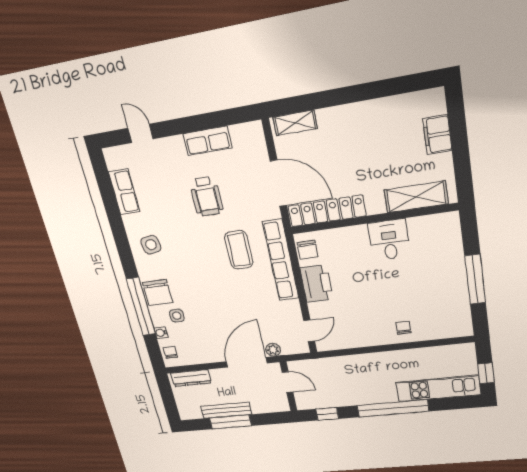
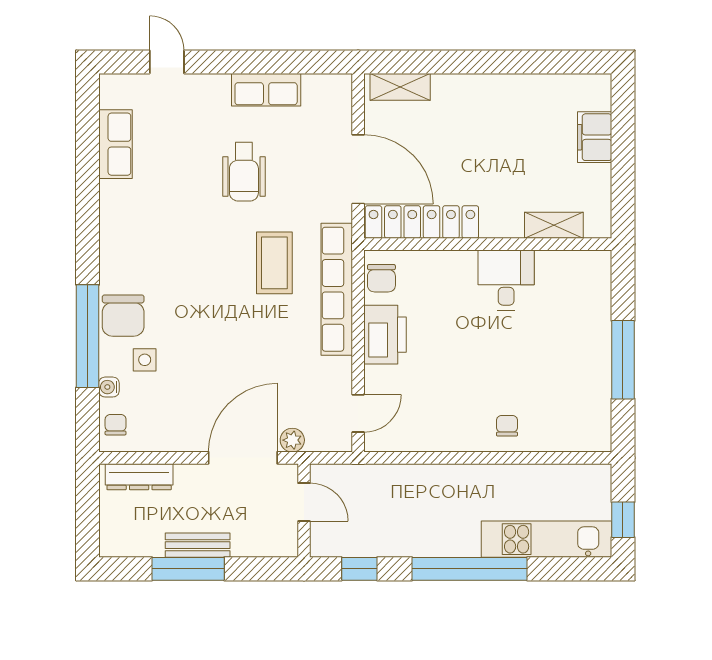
shelving: (416, 197) -> (554, 225), width x0.67, depth x0.75
side table: (151, 245) -> (134, 234), removed
bench: (226, 410) -> (198, 545), width x0.73

